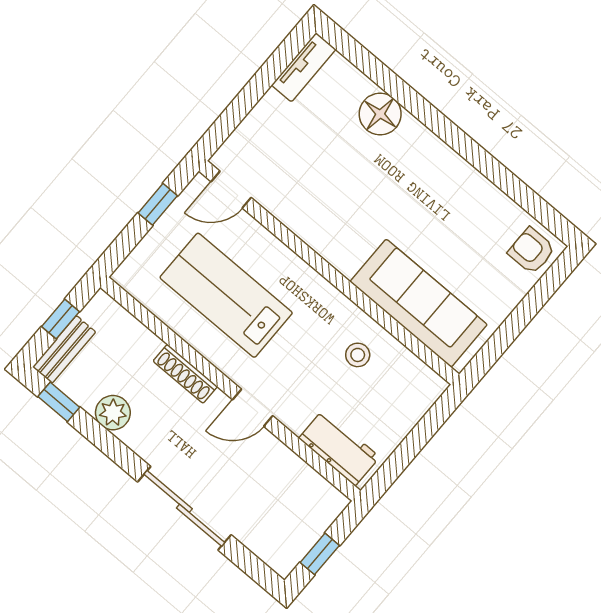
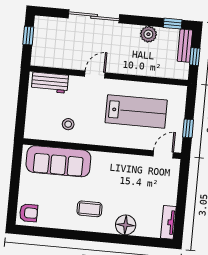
coffee table: (422, 185) -> (89, 209), added
shoe rack: (185, 374) -> (131, 69), removed

